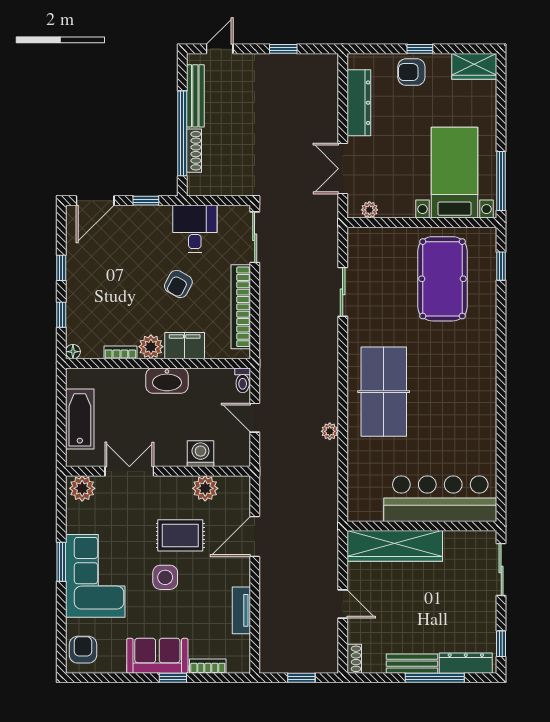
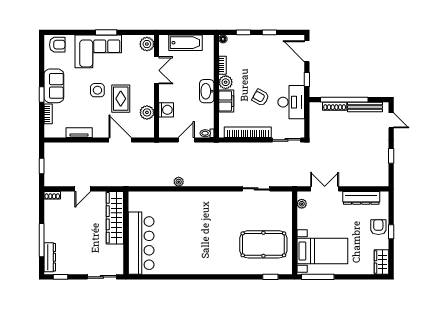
desk: (195, 229) -> (291, 102), width x1.37
table tennis table: (384, 392) -> (201, 212), removed
bench: (412, 664) -> (49, 227), removed

